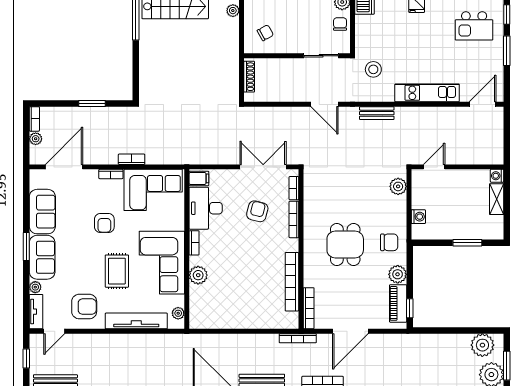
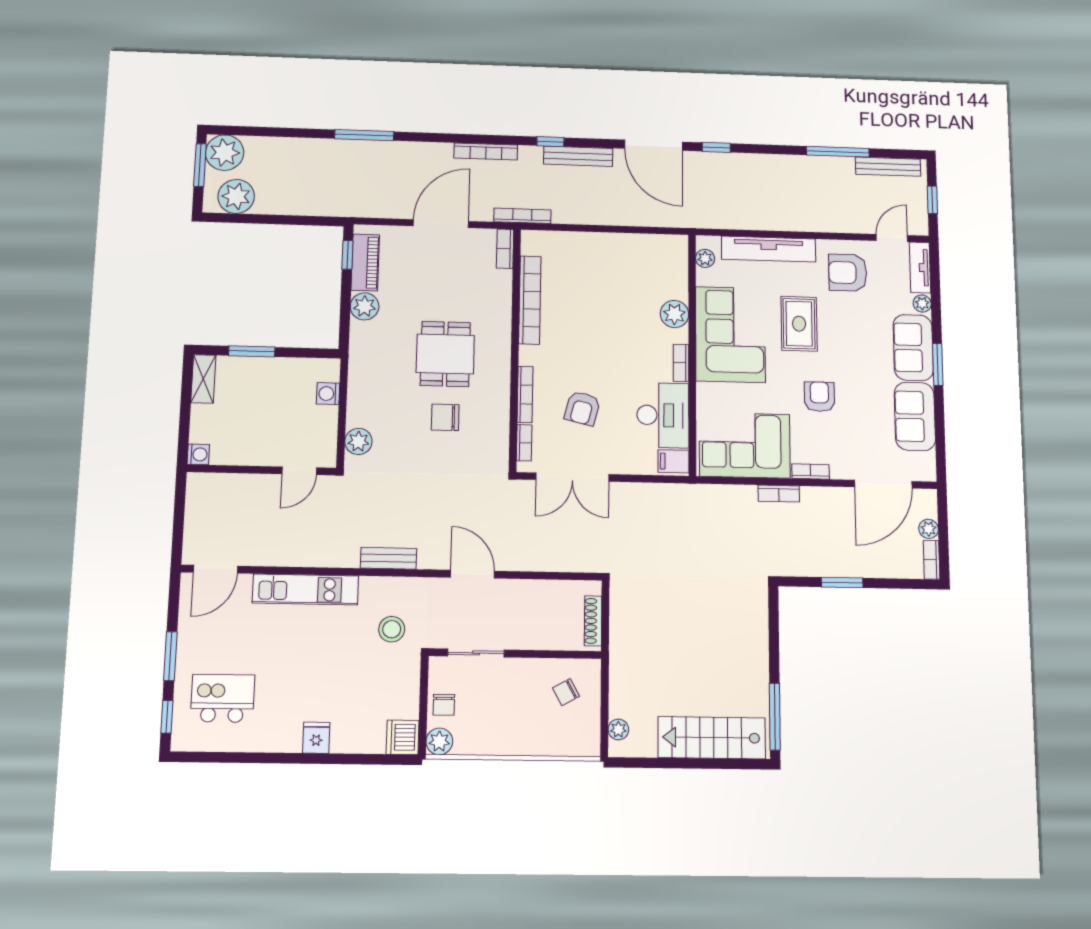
shelving: (497, 199) -> (203, 379), moved
chair: (389, 242) -> (445, 417), moved
bookcase: (309, 308) -> (505, 249), width x0.64

